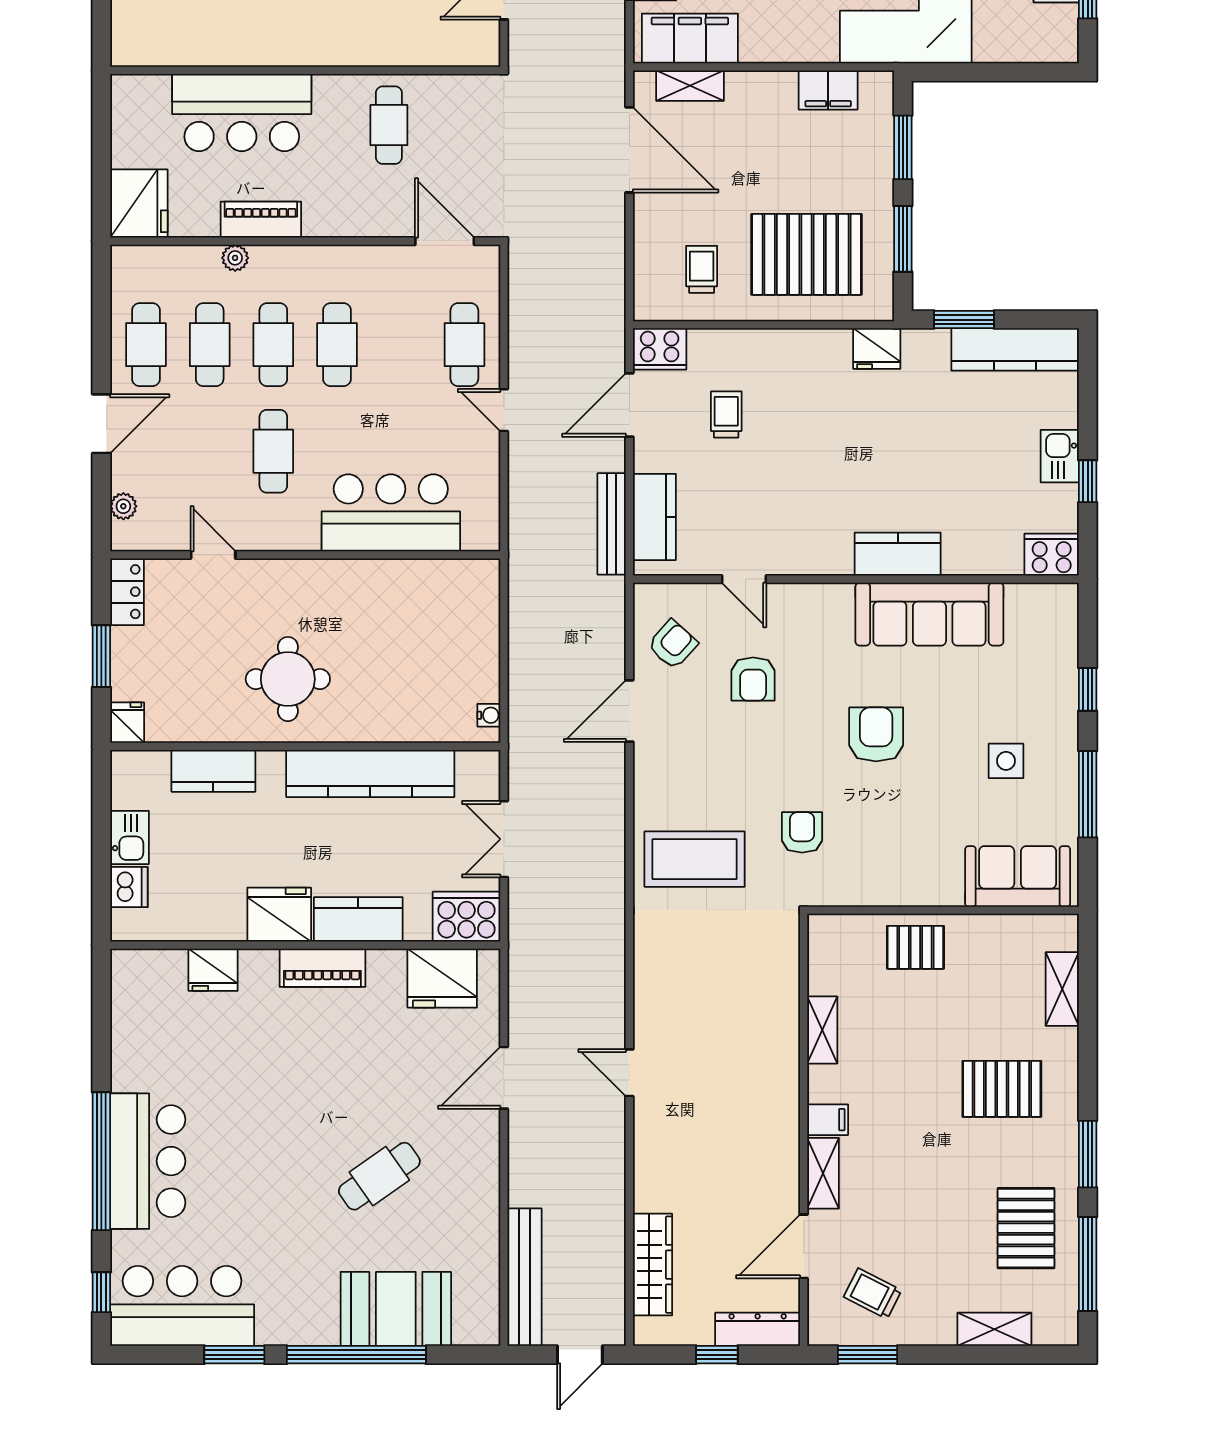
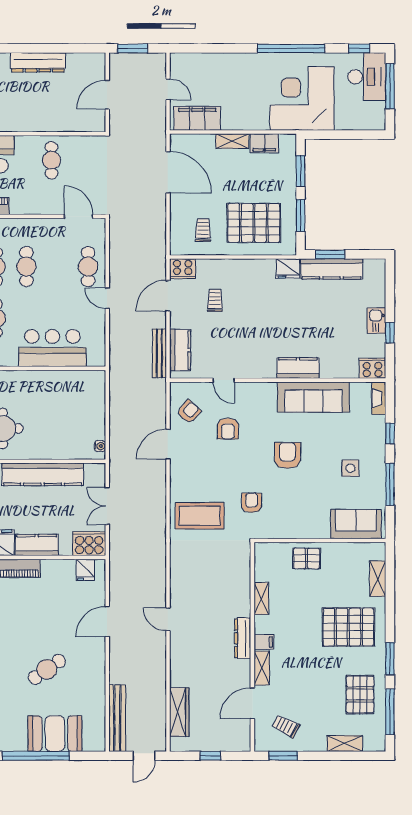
shelving: (690, 86) -> (232, 141), moved
kitchen counter: (1015, 349) -> (332, 269), moved
fireplace: (1065, 616) -> (379, 398), added
fridge: (442, 978) -> (85, 570), width x0.53, depth x0.75
pallet: (1002, 1089) -> (348, 627), width x1.37, depth x1.41
dresser: (758, 1329) -> (243, 638), moved, turned -90

